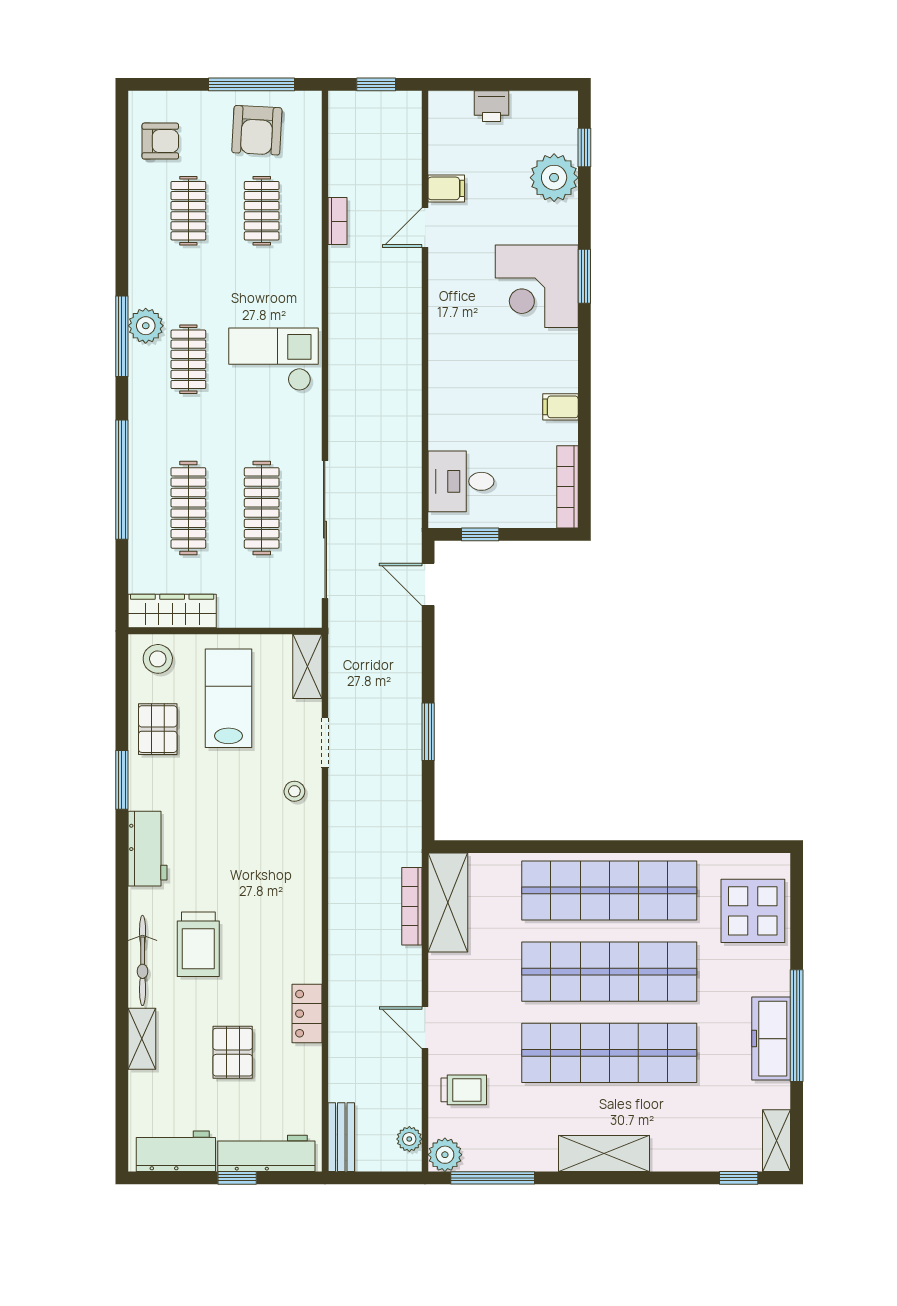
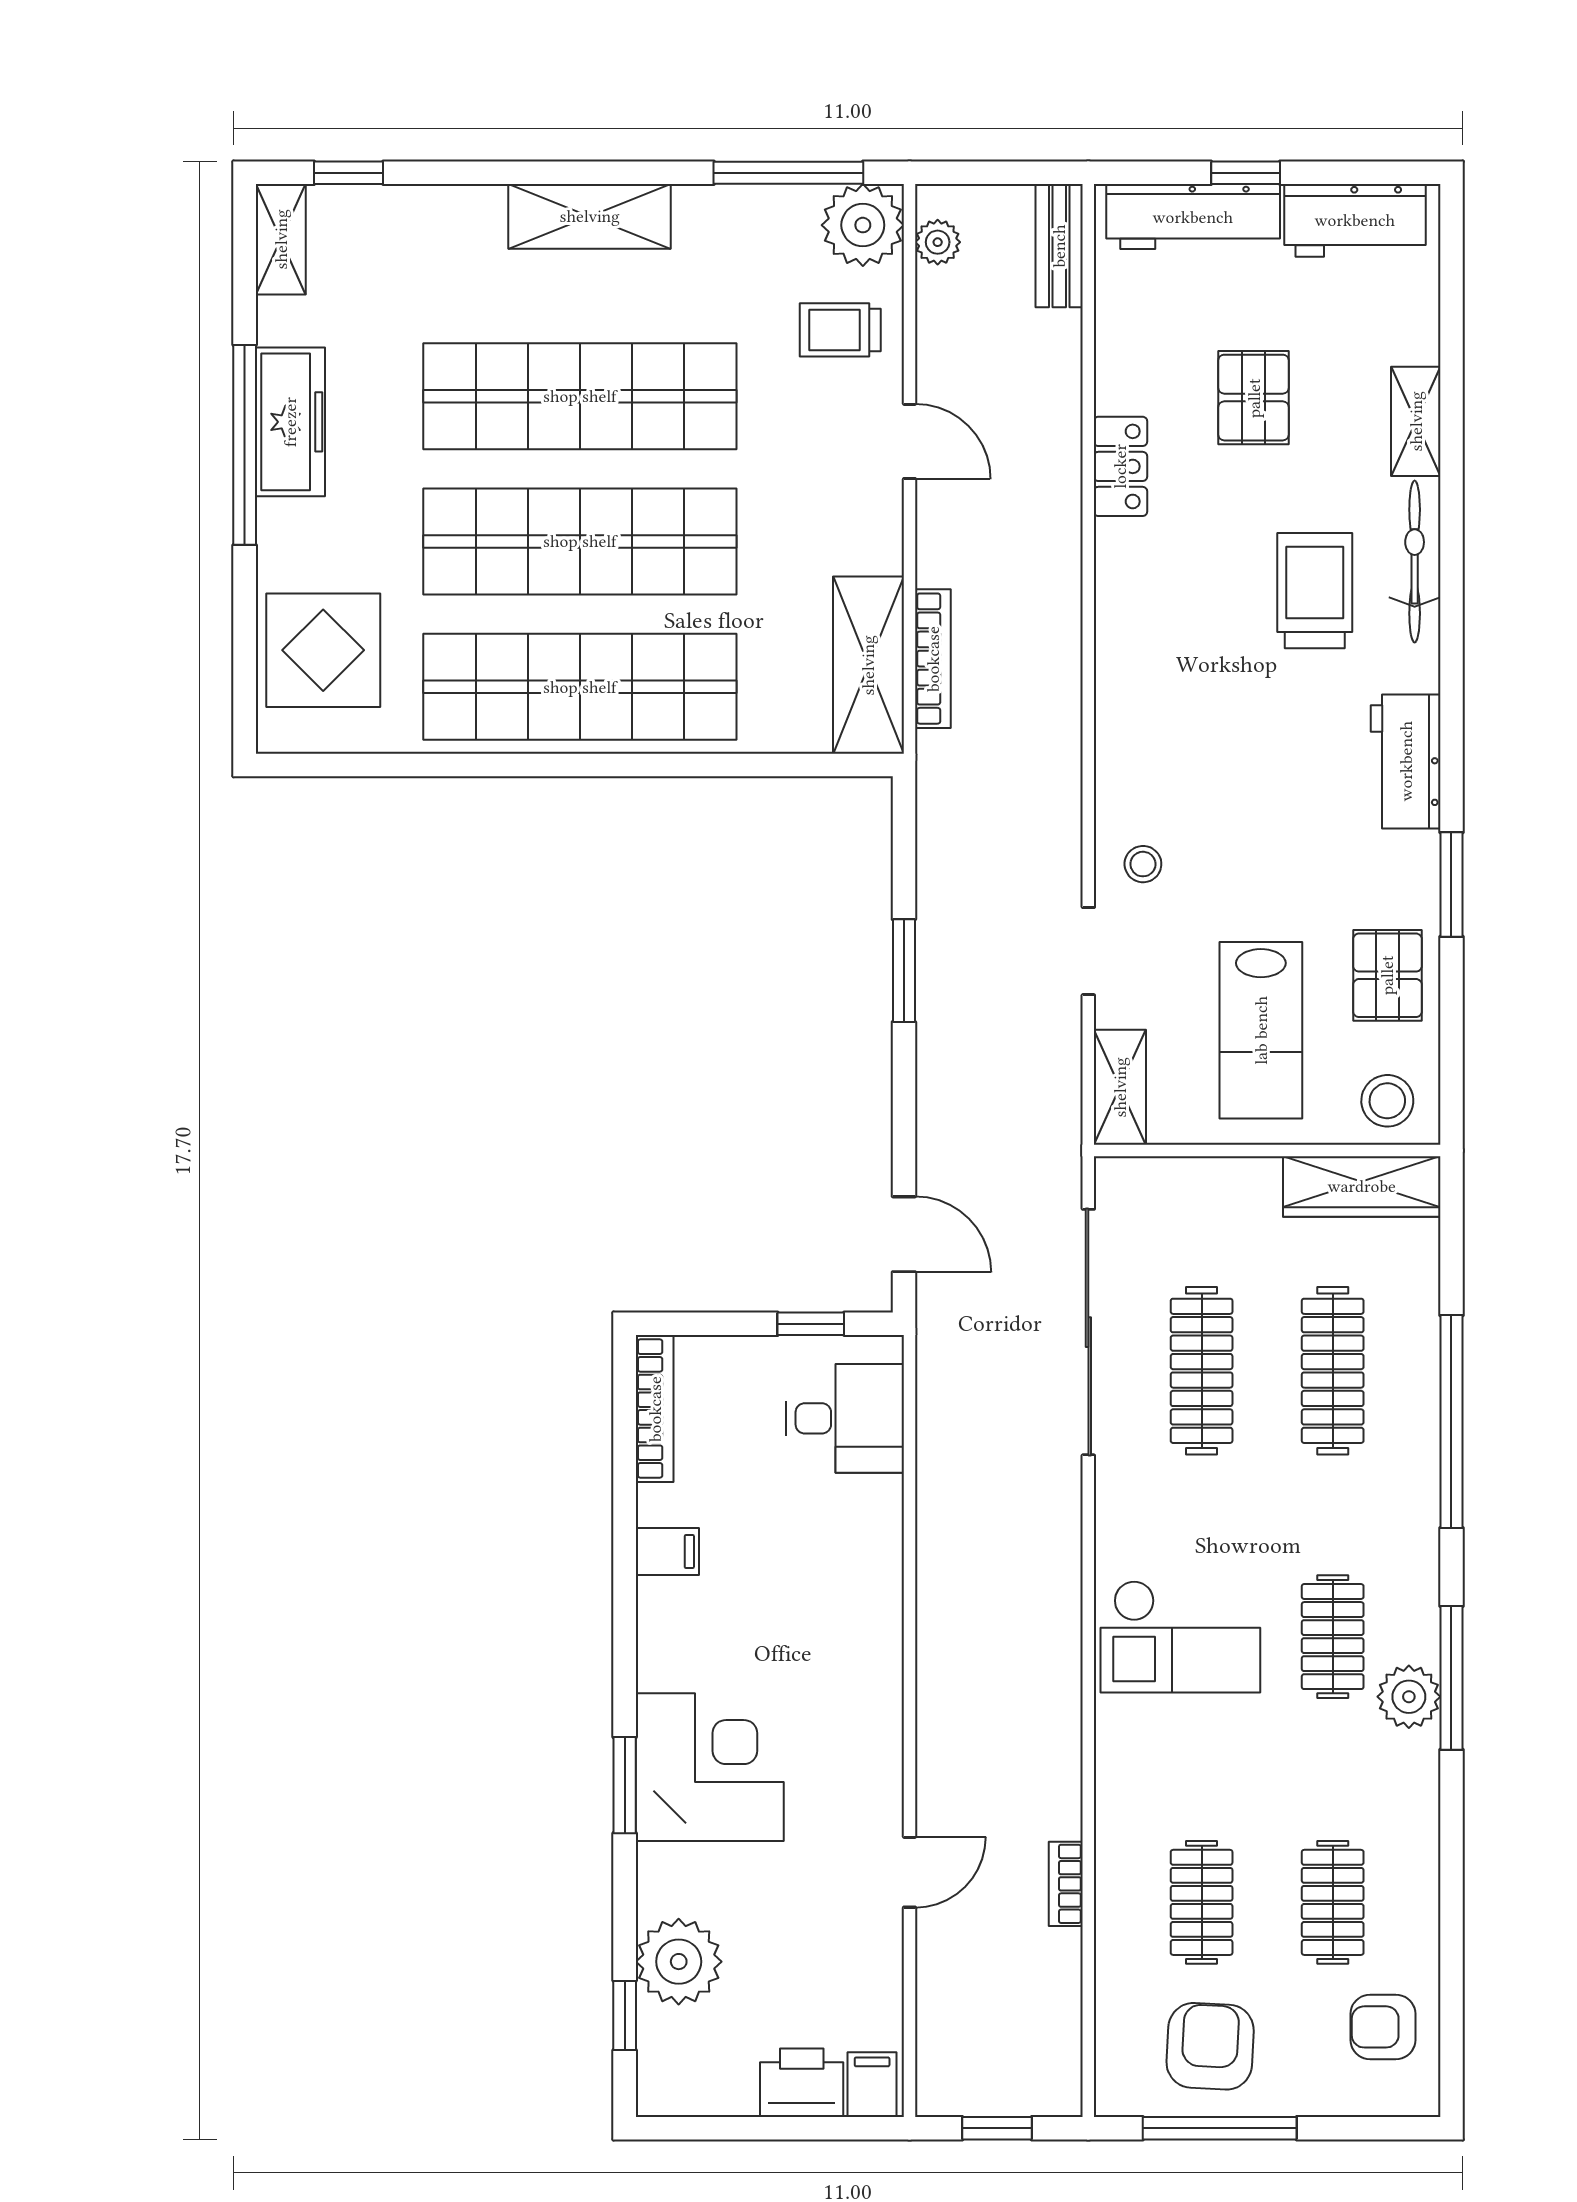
printer: (491, 106) -> (802, 2083), width x1.36, depth x1.24
filing cabinet: (446, 188) -> (872, 2085), moved, turned 90
plant: (445, 1155) -> (863, 225), width x1.36, depth x1.36

